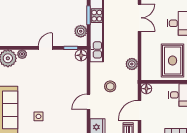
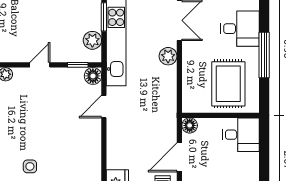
plant: (132, 64) -> (168, 56), moved
stool: (110, 86) -> (136, 122), removed
door: (89, 102) -> (104, 107), moved

